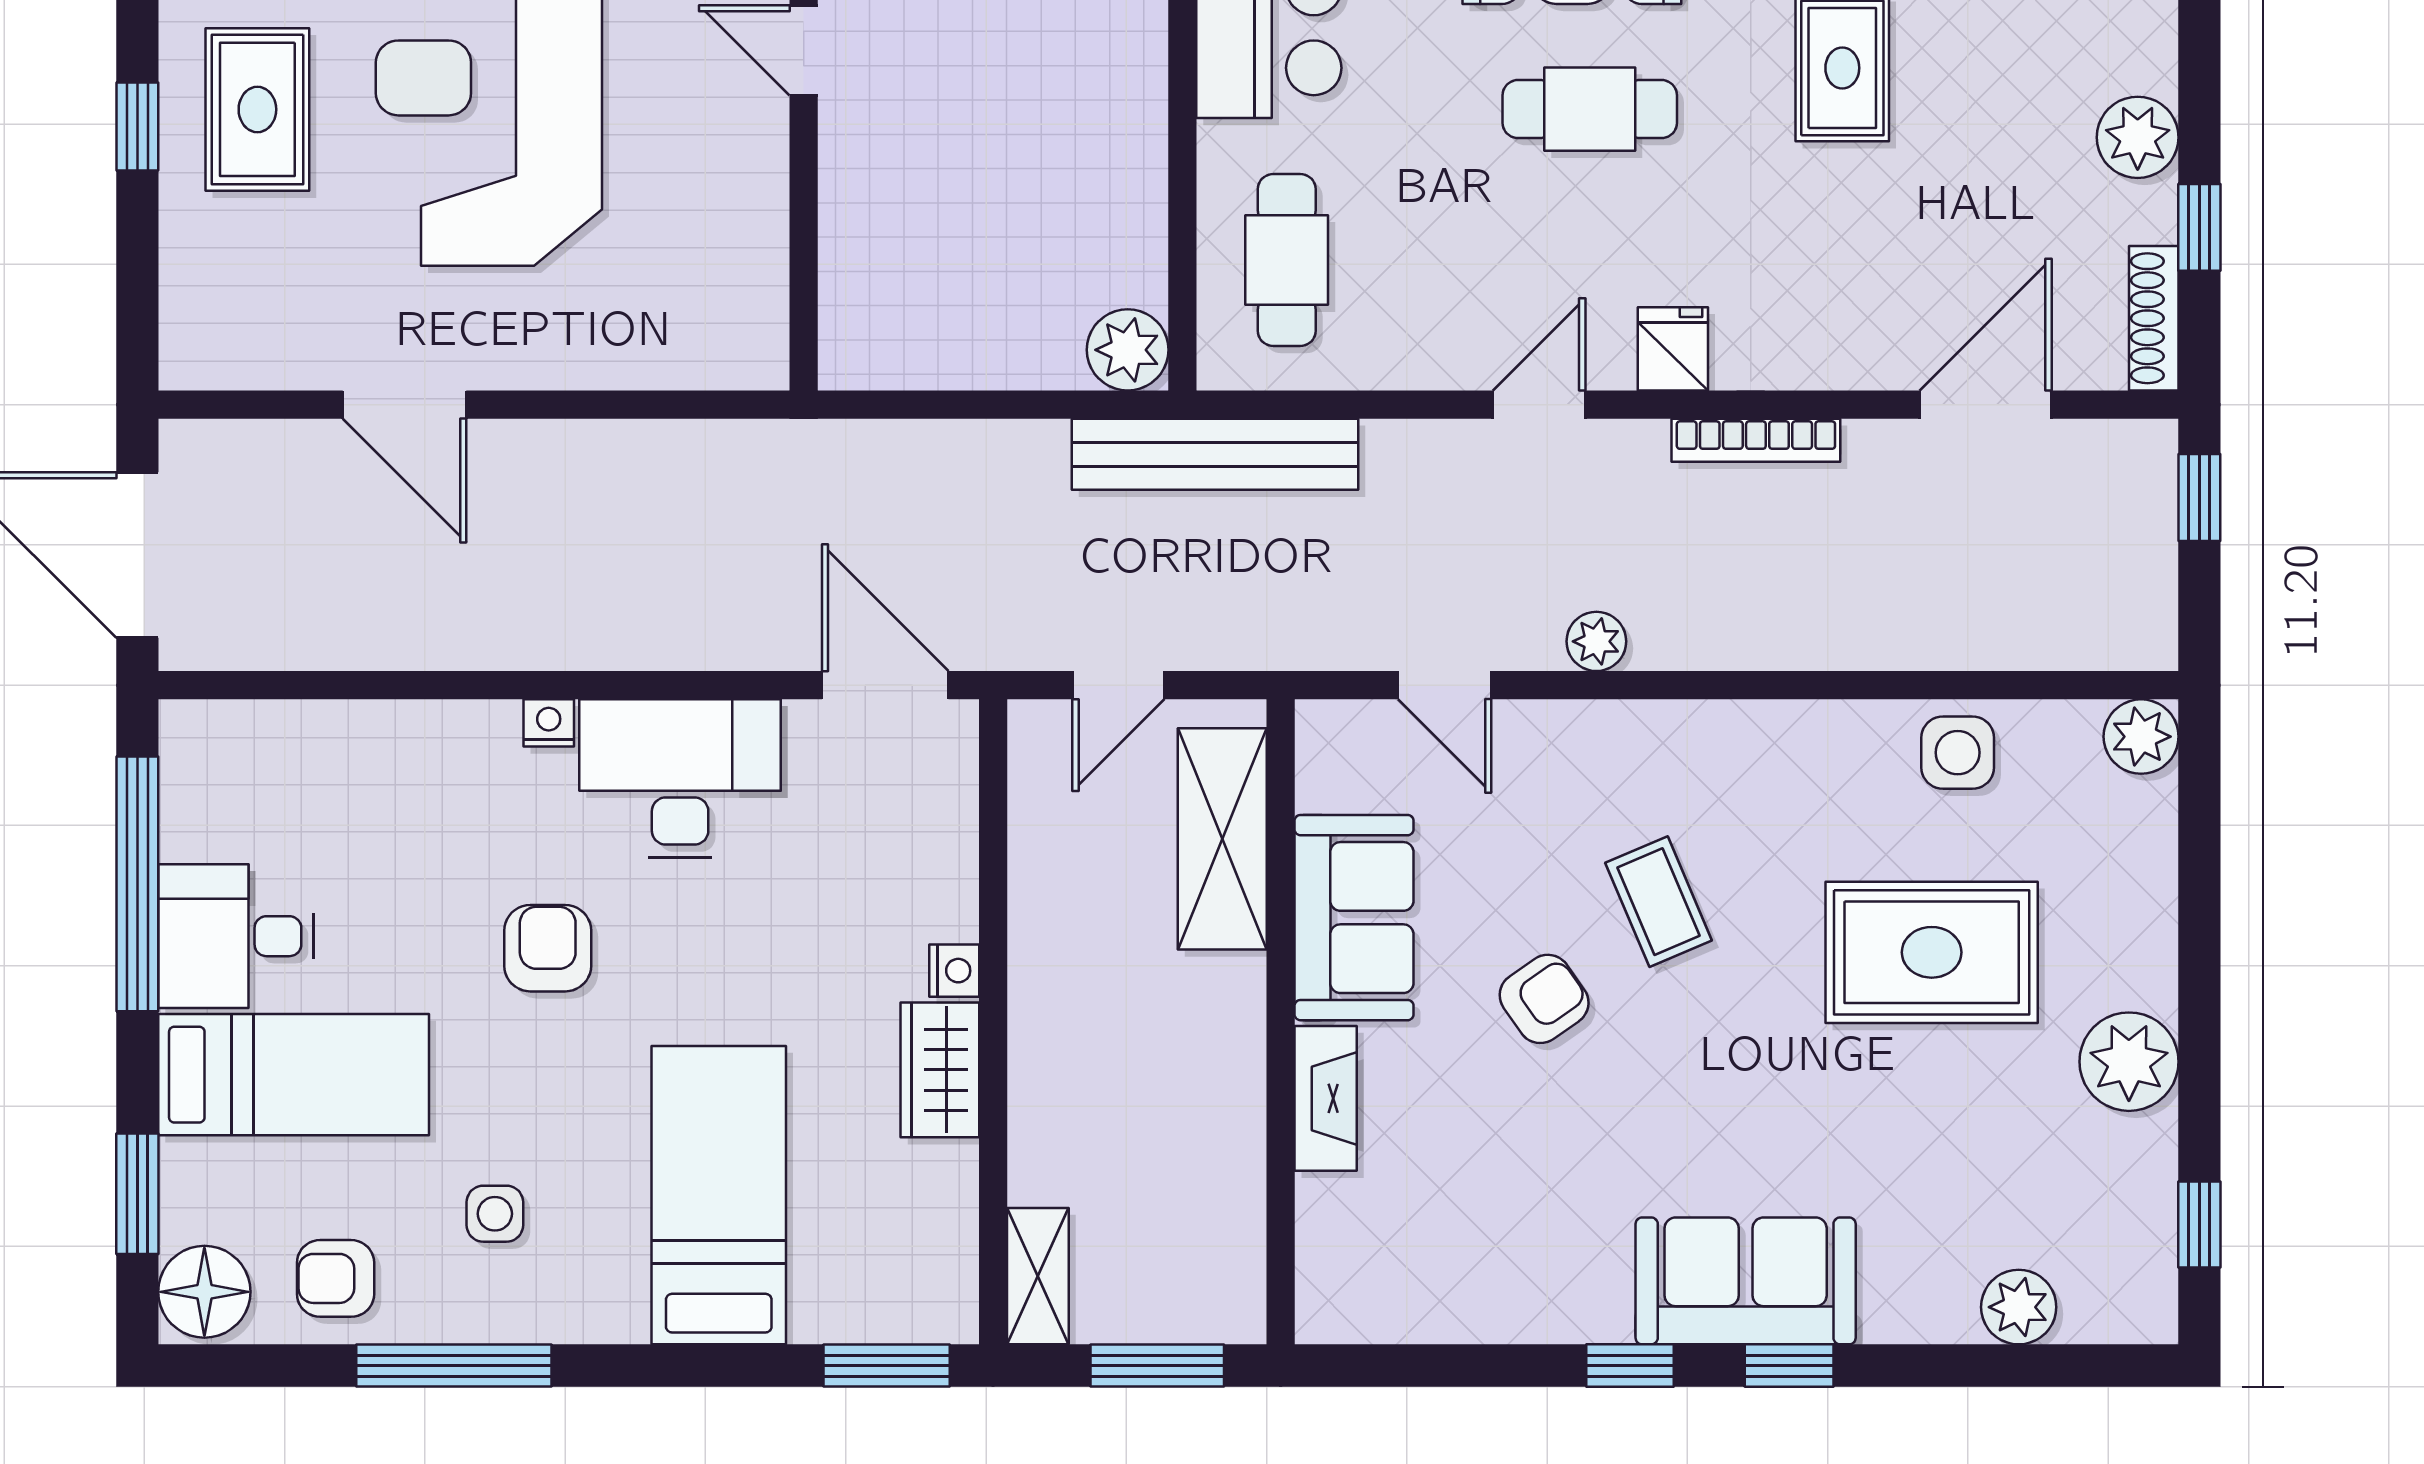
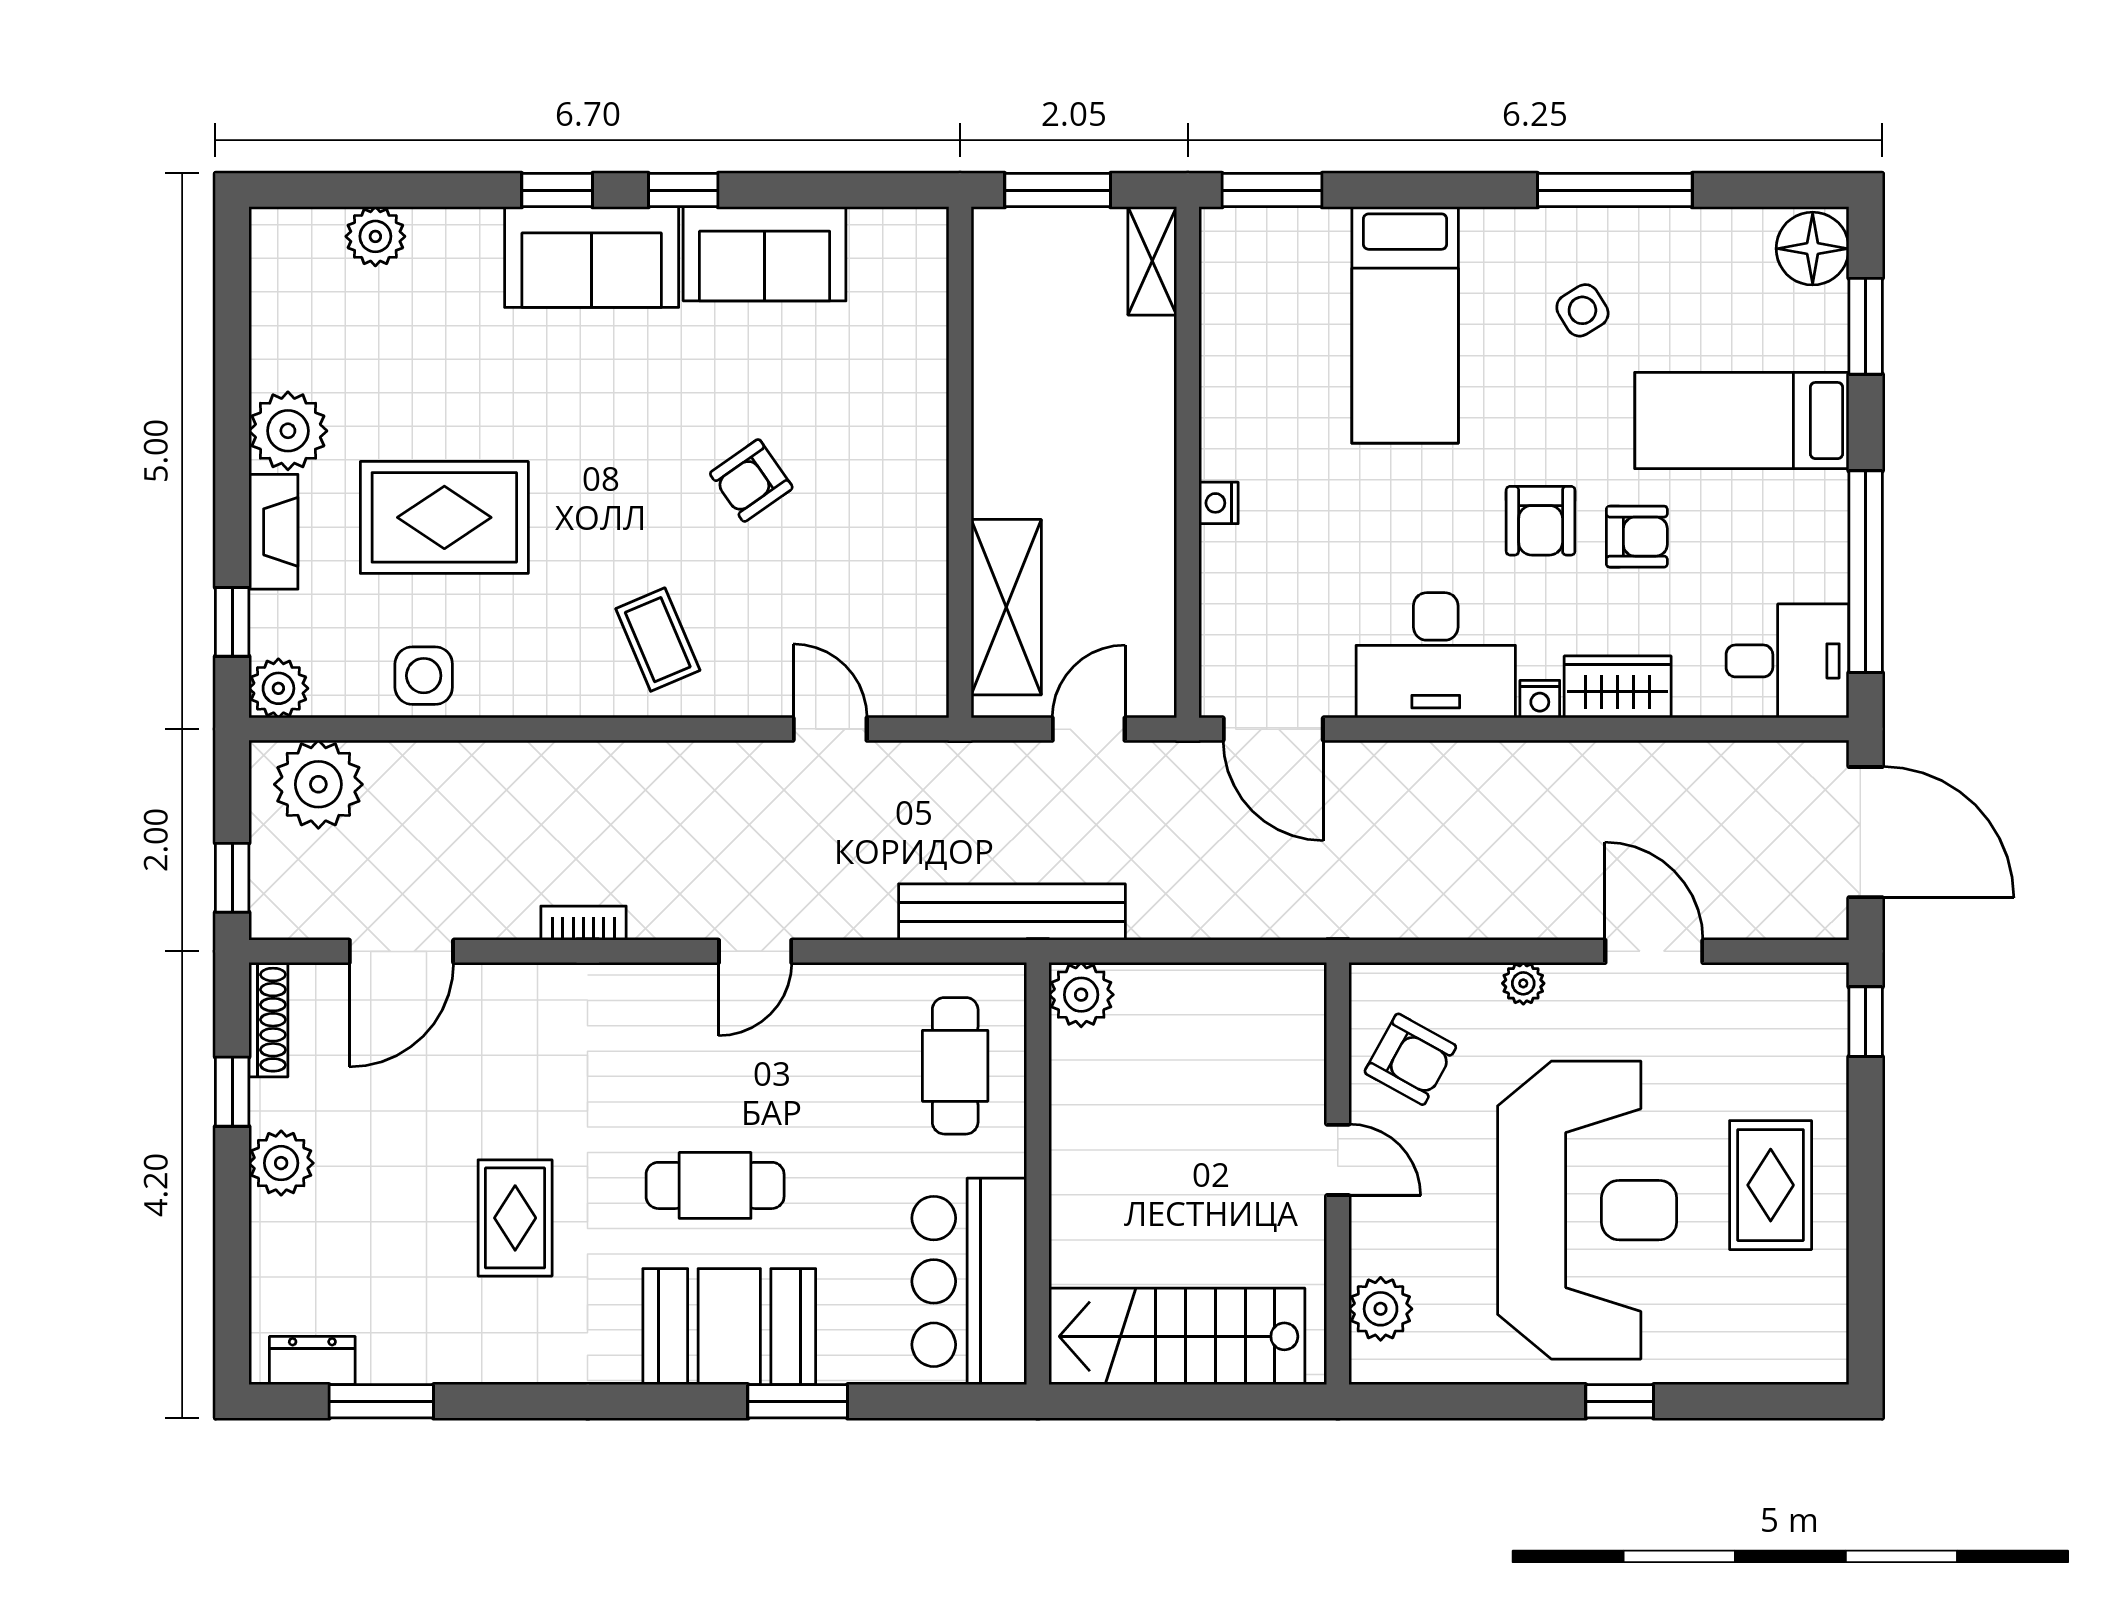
door: (804, 50) -> (1338, 1160), moved
window: (137, 127) -> (1866, 1022), moved
armchair: (712, 268) -> (1410, 1059), added
fridge: (1673, 349) -> (649, 995), removed
plant: (570, 364) -> (1523, 983), added
bookcase: (1756, 440) -> (583, 923), width x0.64
plant: (1596, 641) -> (318, 784), moved, width x1.88, depth x1.88
coffee table: (1659, 902) -> (658, 640), moved
sofa: (1354, 918) -> (765, 254), moved, turned -90
desk: (236, 936) -> (1788, 661), moved
wardrobe: (940, 1070) -> (1618, 687), moved, turned -90
fireplace: (1326, 1098) -> (273, 532), moved, turned 180
side table: (495, 1214) -> (1582, 310), turned -32
window: (2199, 1224) -> (232, 622), moved
armchair: (336, 1278) -> (1637, 537), moved

